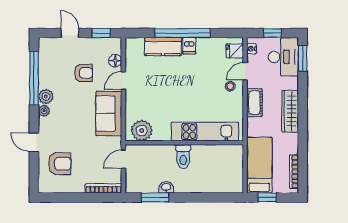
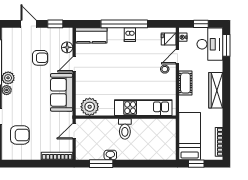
kitchen counter: (163, 47) -> (91, 35), moved

